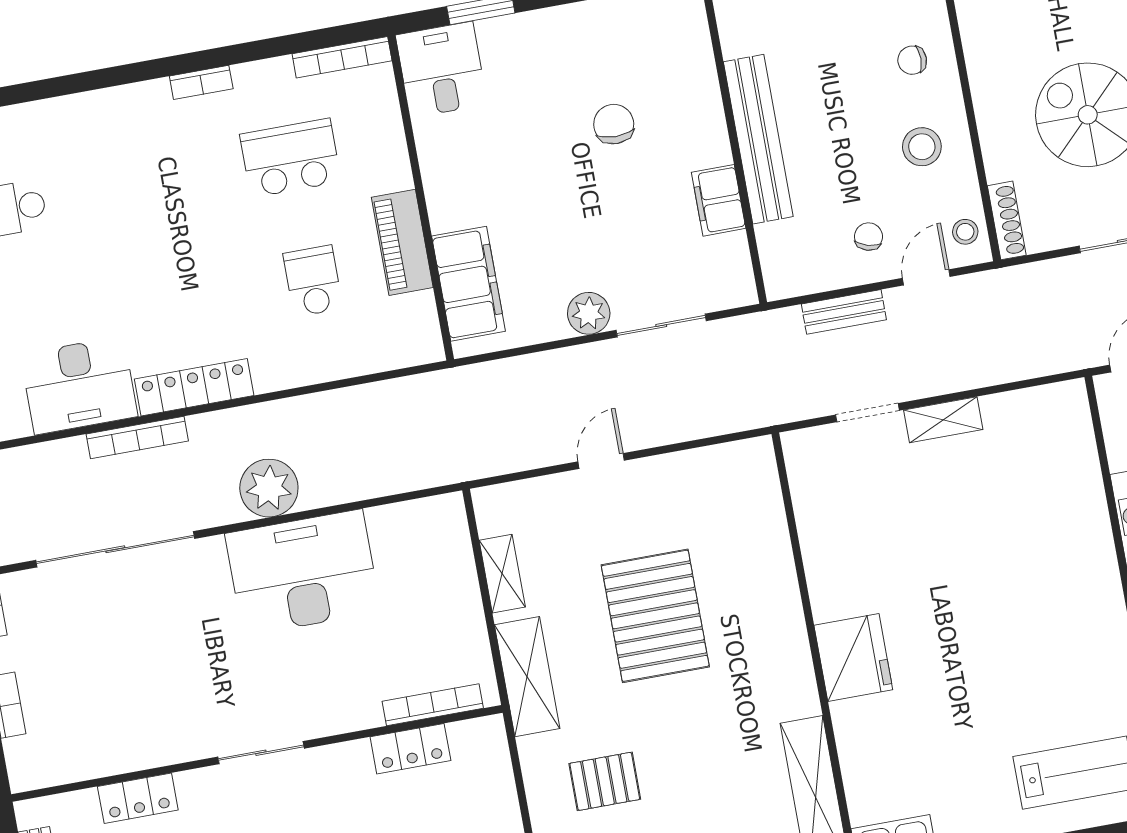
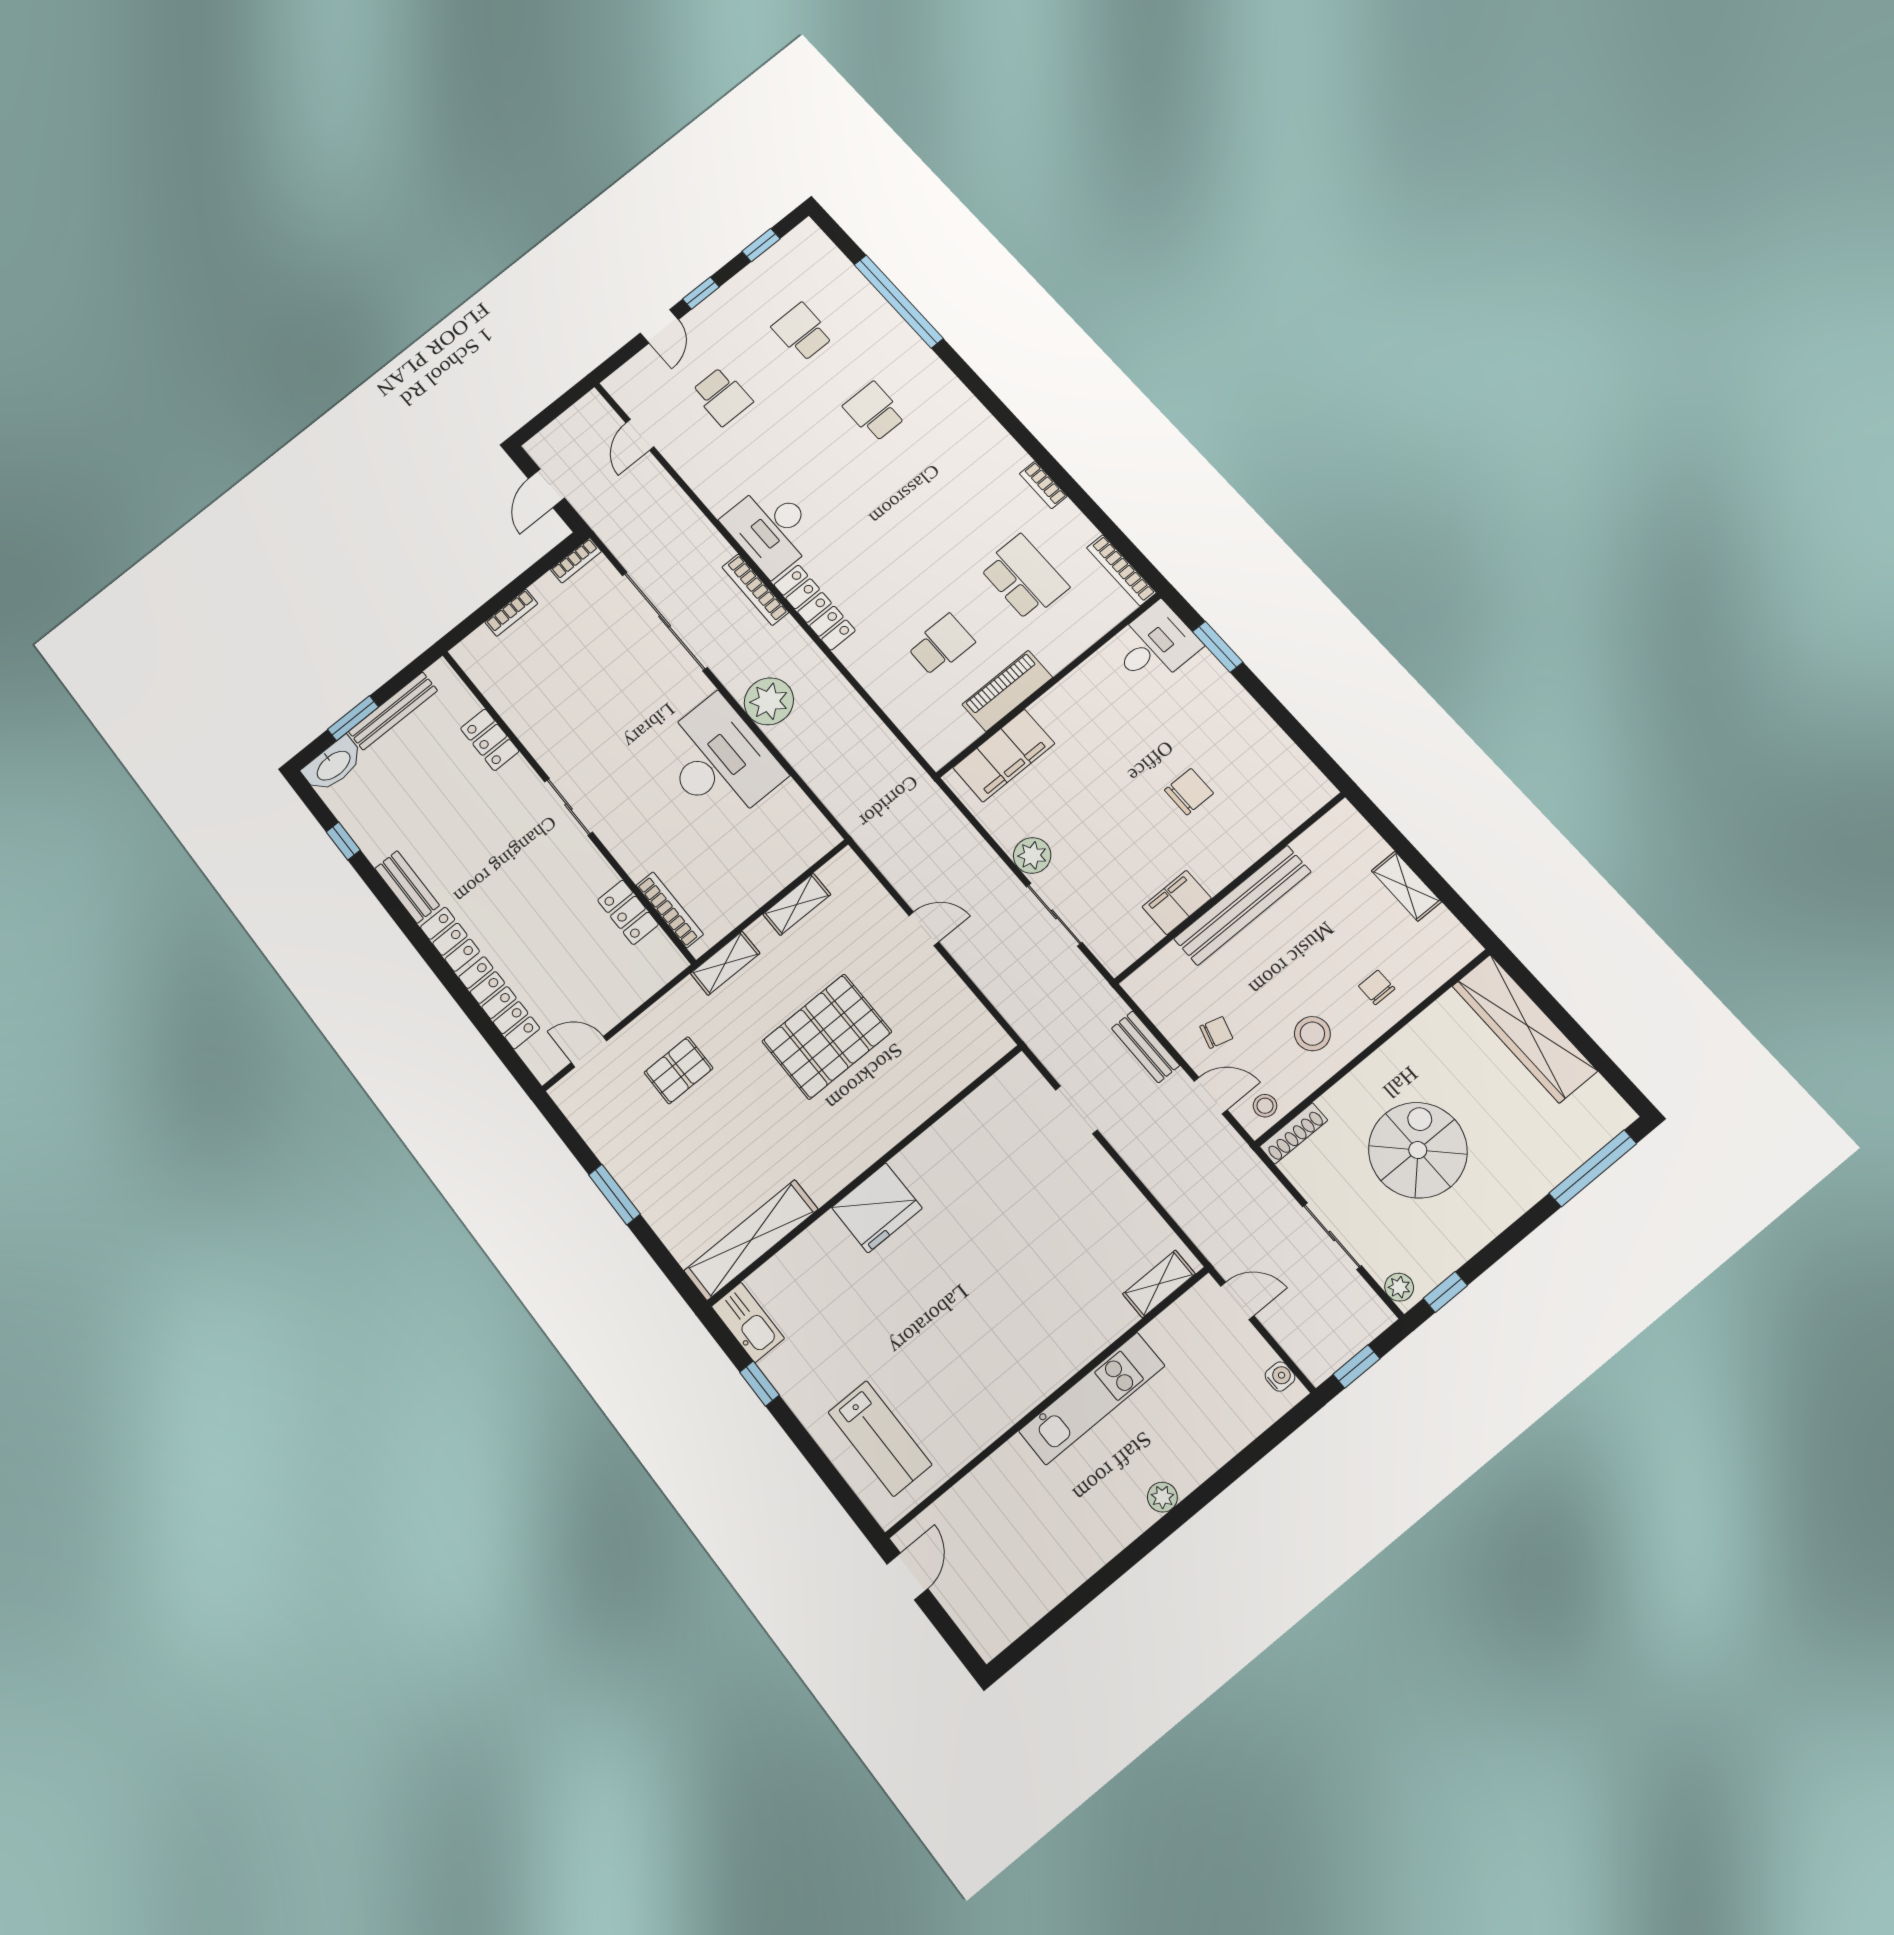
shelving: (943, 420) -> (1159, 1284), moved, turned 90
shelving: (527, 677) -> (725, 963), width x0.67, depth x0.75
pallet: (605, 781) -> (678, 1070), turned 90

